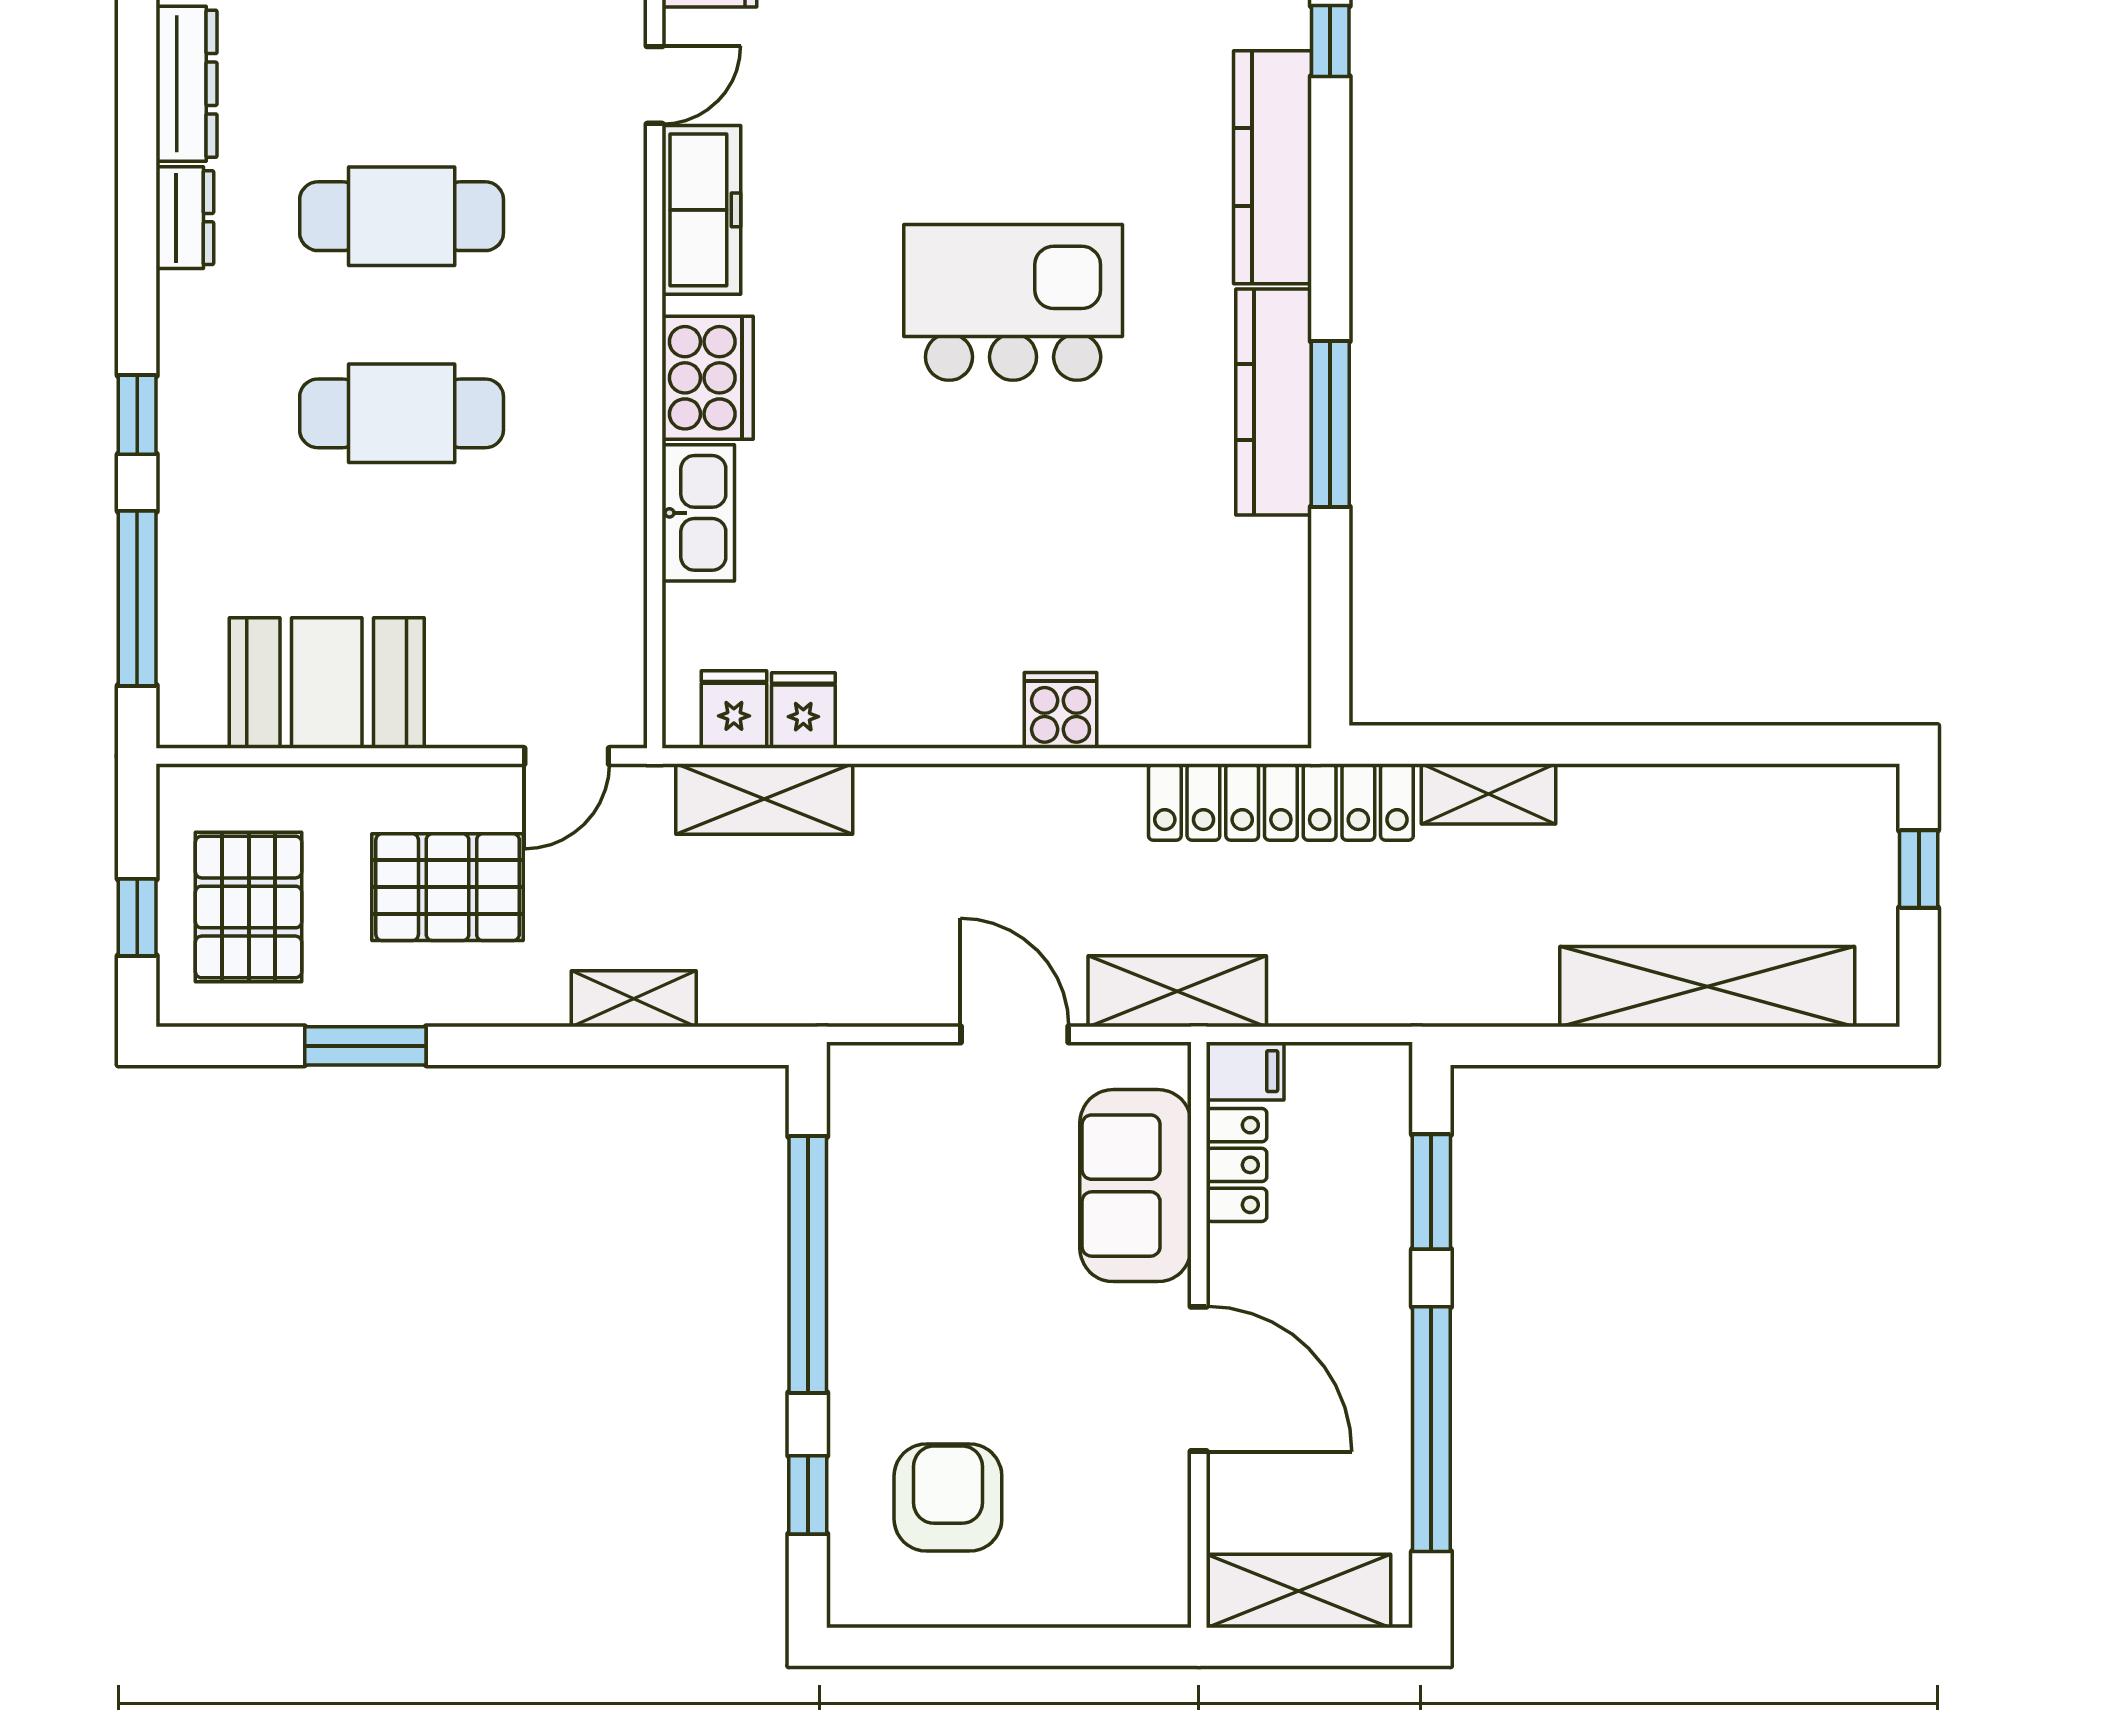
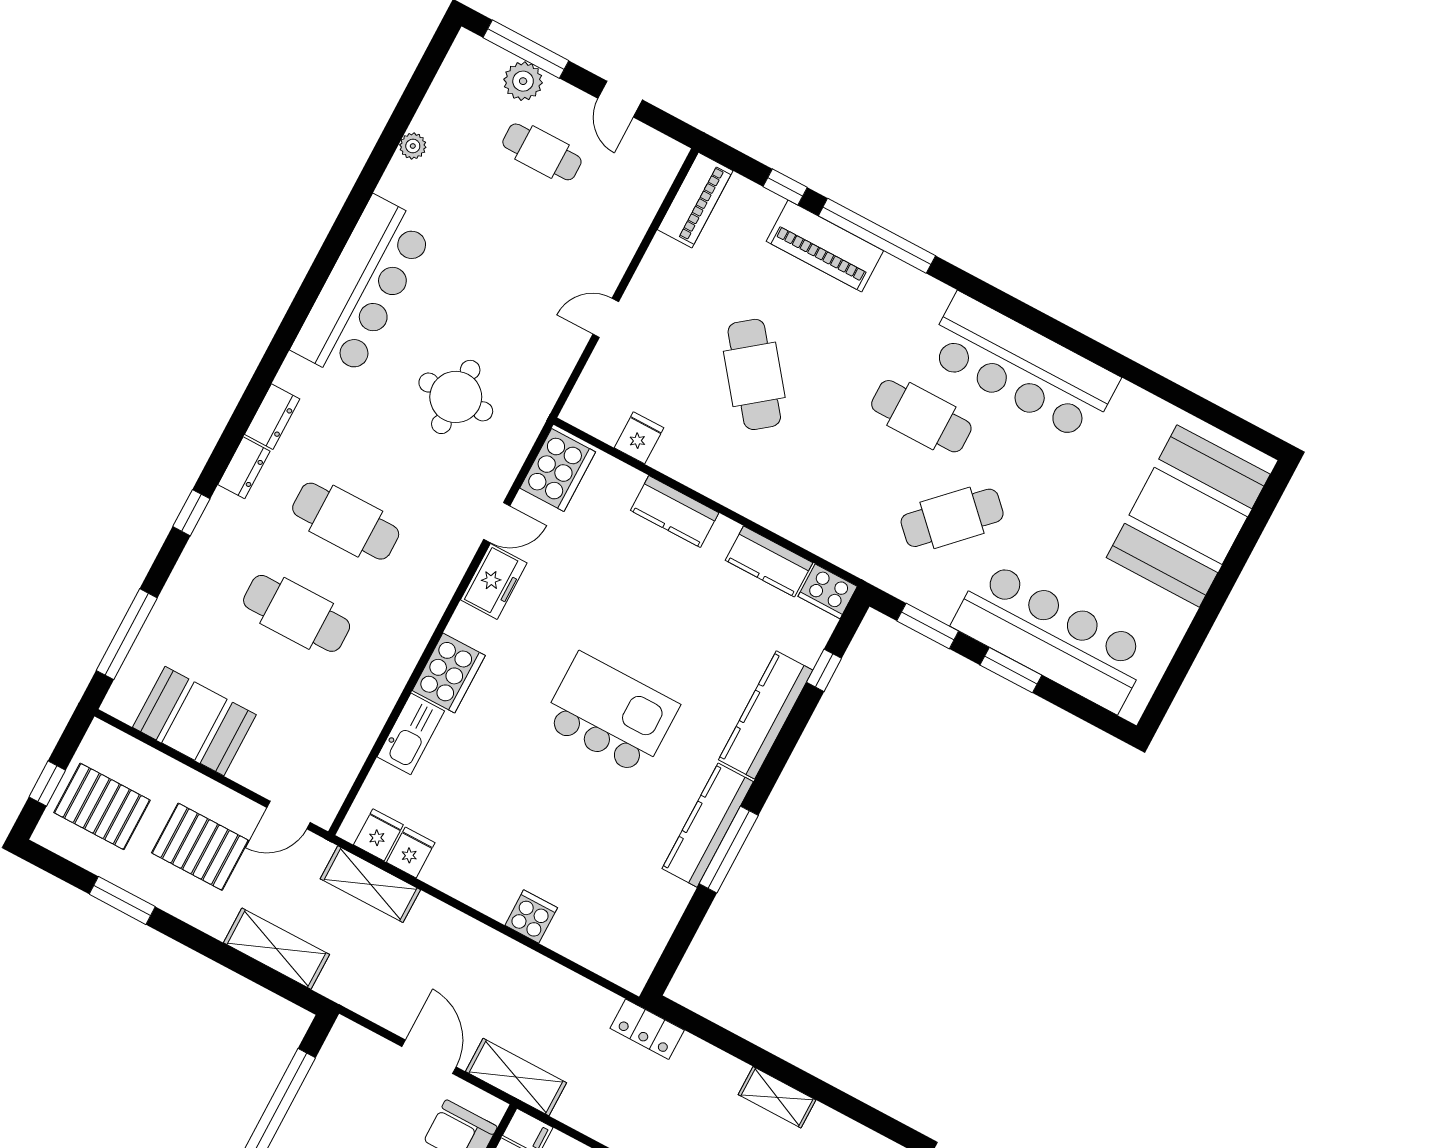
dresser: (187, 84) -> (272, 417), width x0.70
freezer: (701, 210) -> (494, 581), width x0.71
window: (137, 415) -> (191, 513), moved
shelving: (1489, 794) -> (777, 1097), moved
locker: (1281, 802) -> (647, 1029), width x0.46, depth x0.83
pallet: (249, 907) -> (102, 806), turned 90
shelving: (634, 999) -> (276, 949), width x1.50, depth x1.33

